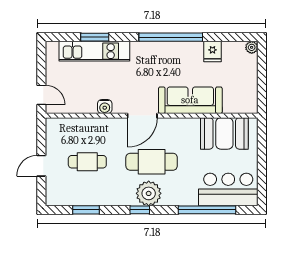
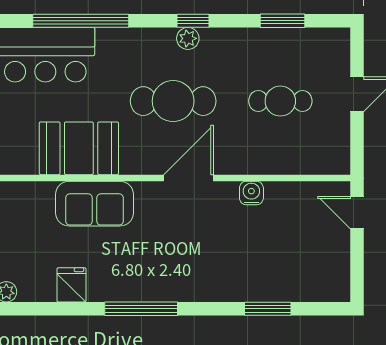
window: (171, 37) -> (141, 309), width x0.68
kitchen unit: (94, 51) -> (269, 285), removed
sofa: (190, 100) -> (94, 204), width x0.73
booth: (224, 133) -> (79, 148), moved
plant: (149, 193) -> (188, 38), width x0.53, depth x0.53

